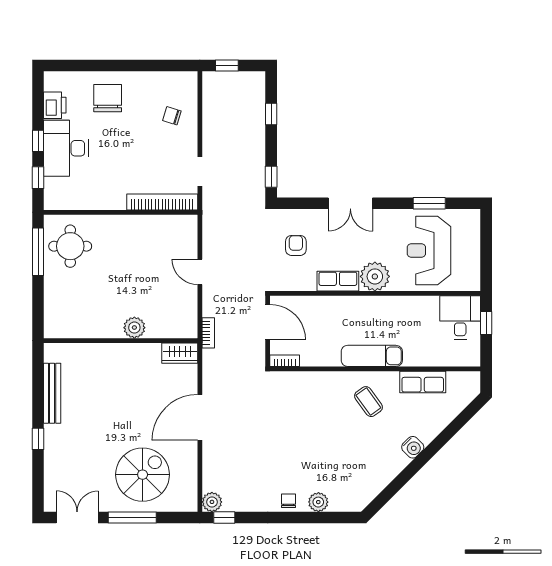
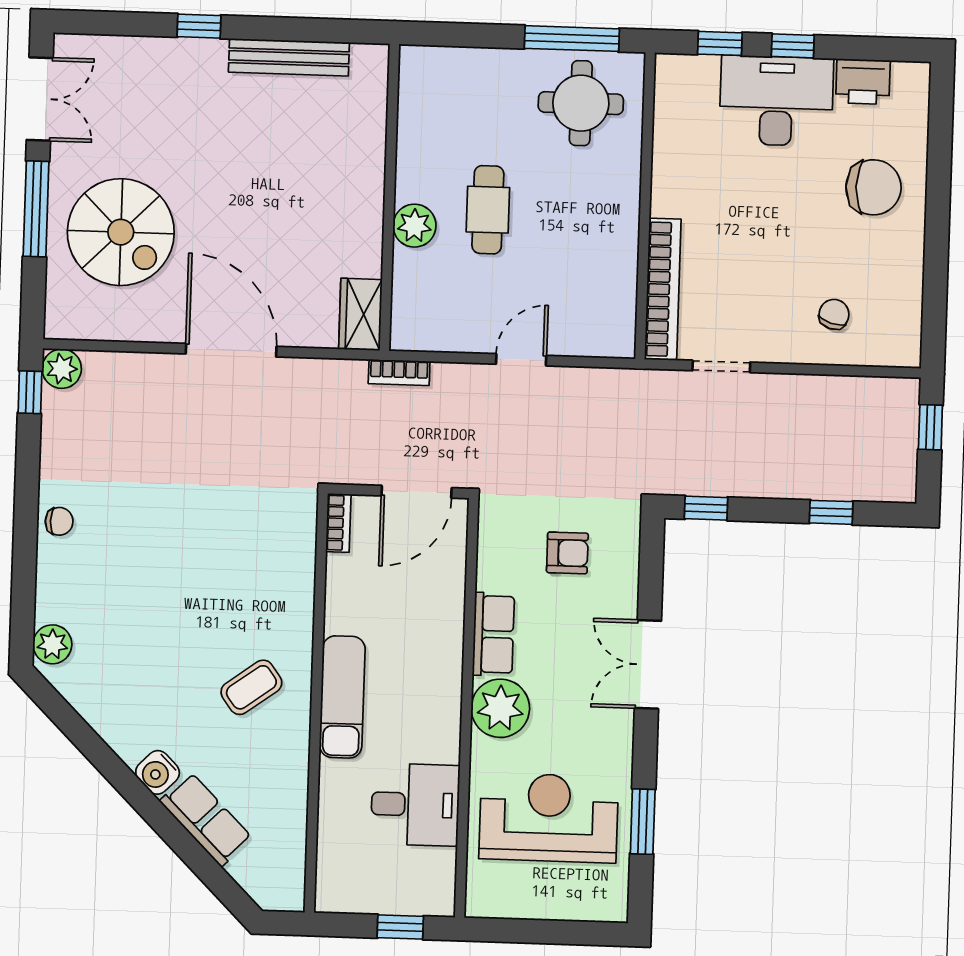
cafe table: (125, 291) -> (488, 210), added
desk: (460, 318) -> (415, 805), moved
row of seats: (423, 382) -> (206, 819), moved, turned 135
plant: (318, 502) -> (52, 644), moved

